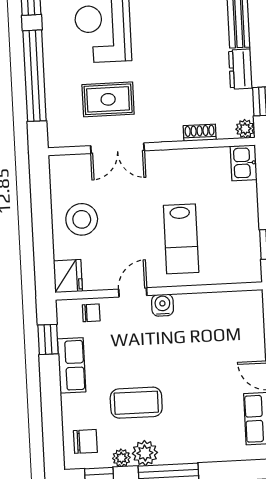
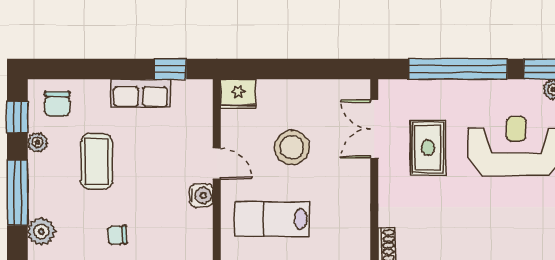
double door: (117, 148) -> (374, 129), moved
stool: (82, 219) -> (292, 147), moved
chair: (91, 313) -> (117, 235), moved, turned 87
plant: (145, 453) -> (41, 231), moved

